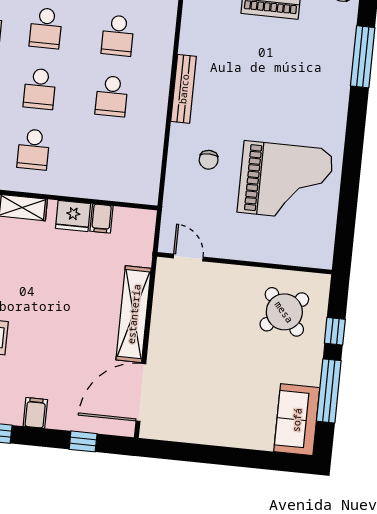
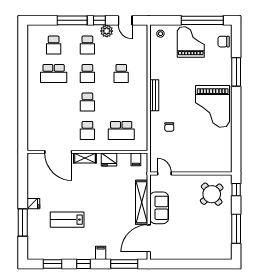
school desk: (112, 96) -> (121, 130), moved, width x1.85
grand piano: (285, 181) -> (213, 106), moved, turned 90
filing cabinet: (101, 219) -> (136, 159), moved
window: (335, 331) -> (236, 190), moved
sofa: (297, 420) -> (159, 208), moved, turned 180
window: (83, 441) -> (124, 264), width x2.17

